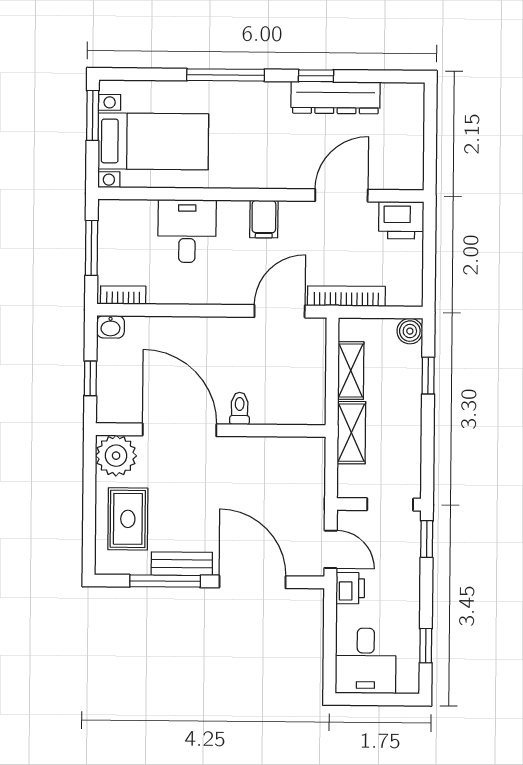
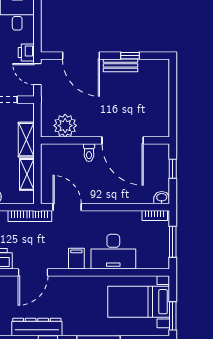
desk: (187, 231) -> (113, 252), width x1.37
door: (280, 311) -> (67, 207), swing flipped
plant: (116, 456) -> (65, 126), moved
rug: (128, 519) -> (151, 90), removed
window: (165, 581) -> (130, 56), width x0.46

